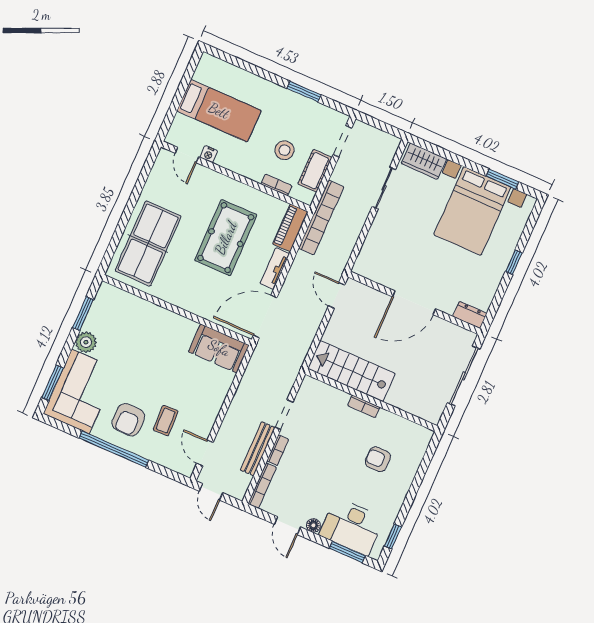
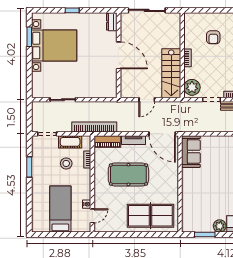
wardrobe: (424, 161) -> (38, 84), removed
door: (337, 295) -> (147, 100), moved
plant: (316, 393) -> (192, 87), added

